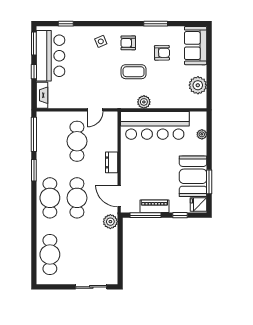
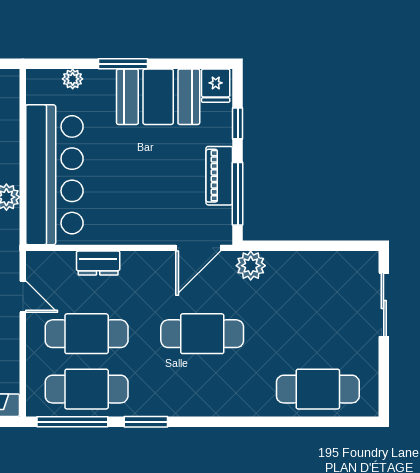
dresser: (112, 162) -> (98, 263), moved
window: (209, 182) -> (123, 64), moved
cafe table: (50, 198) -> (87, 389), moved

